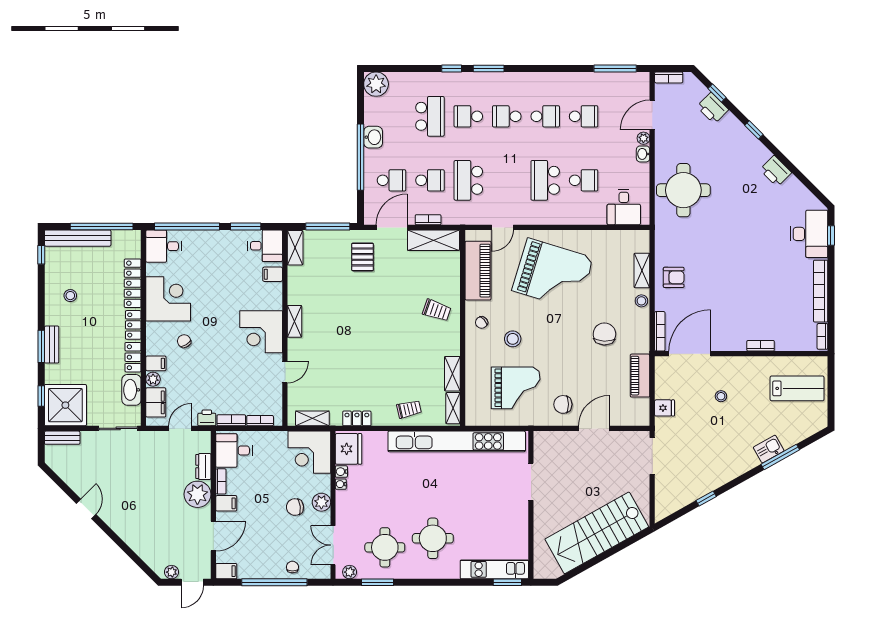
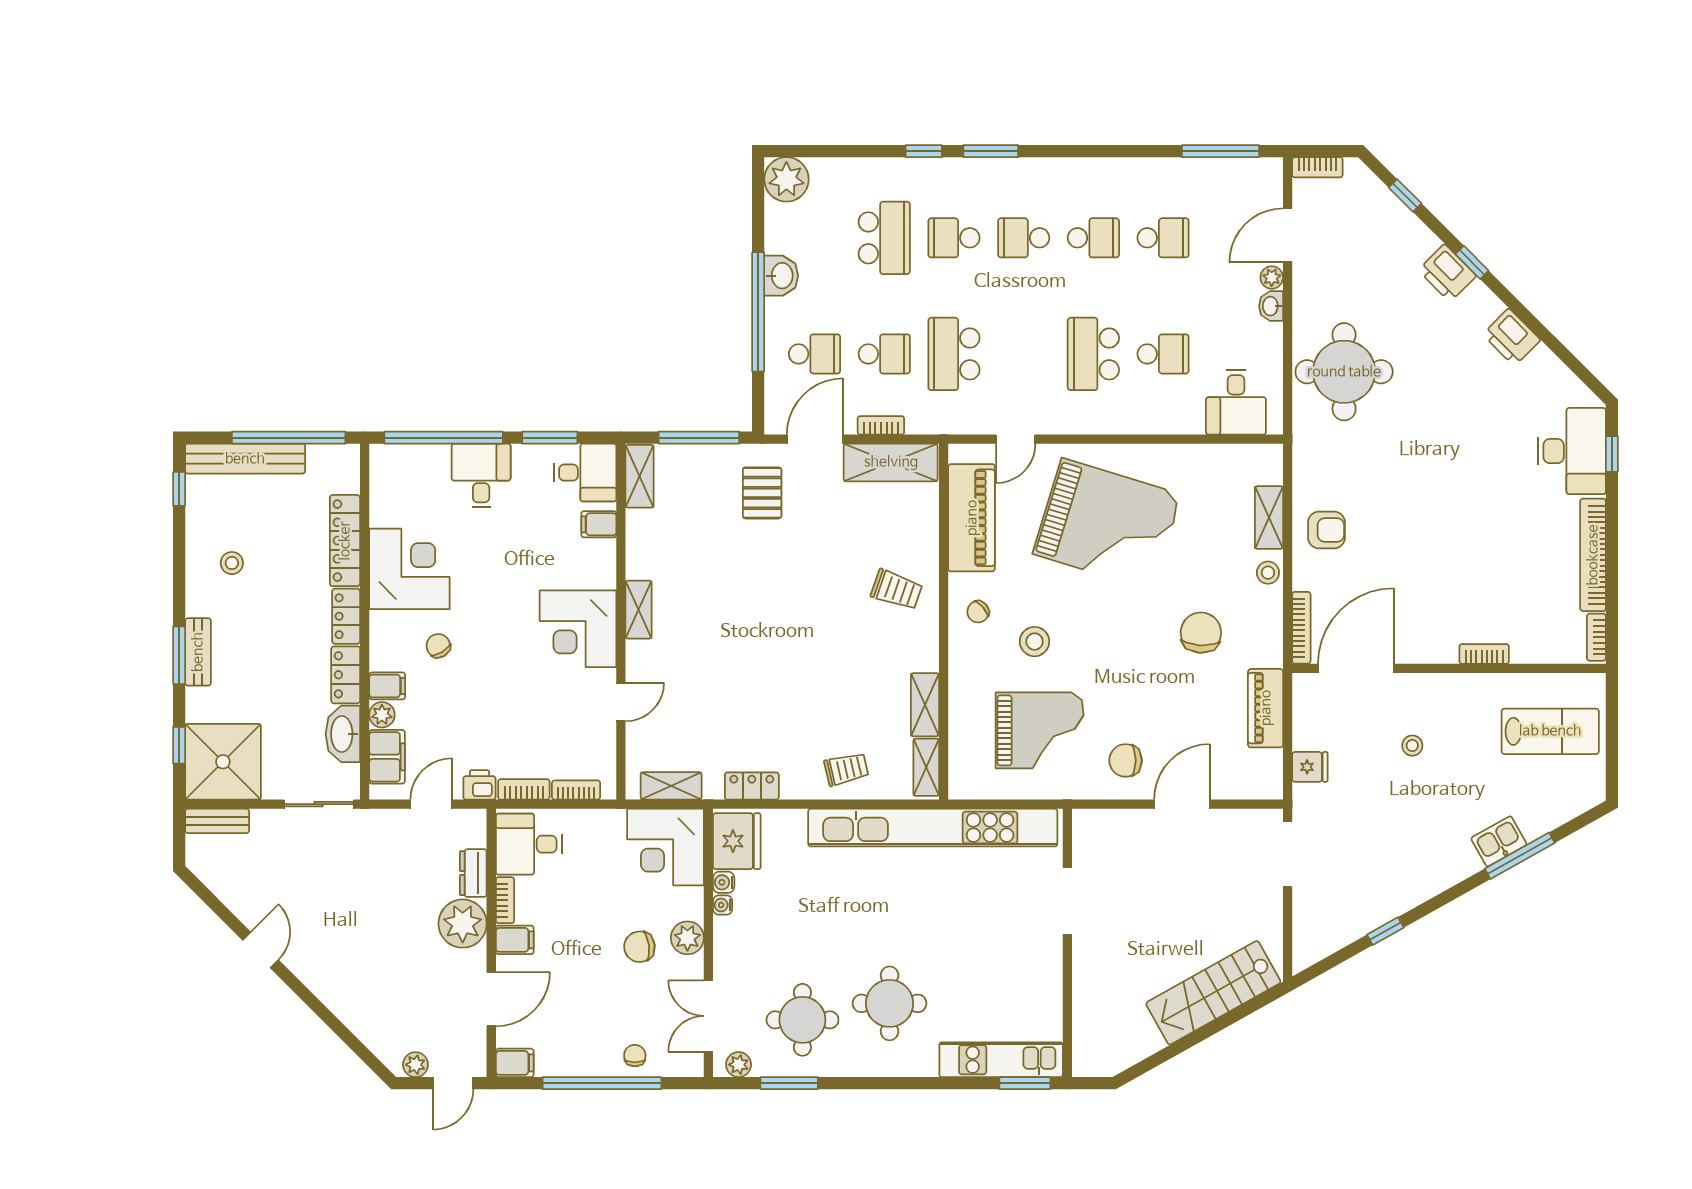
printer: (713, 108) -> (1447, 273), moved
desk: (164, 246) -> (481, 476), moved, turned 90
stairs: (597, 533) -> (1213, 993), width x0.73, depth x0.66

